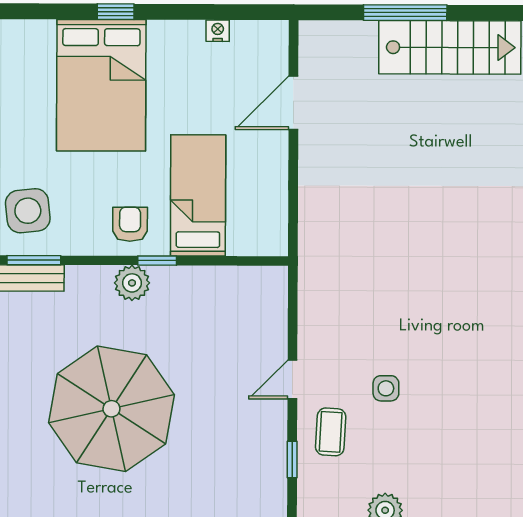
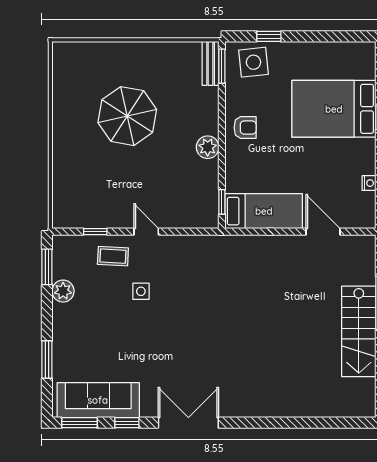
bed: (198, 195) -> (264, 211), moved
window: (157, 261) -> (222, 202), moved
plant: (132, 283) -> (208, 147), moved
parasol: (111, 409) -> (127, 116), width x0.73, depth x0.73

